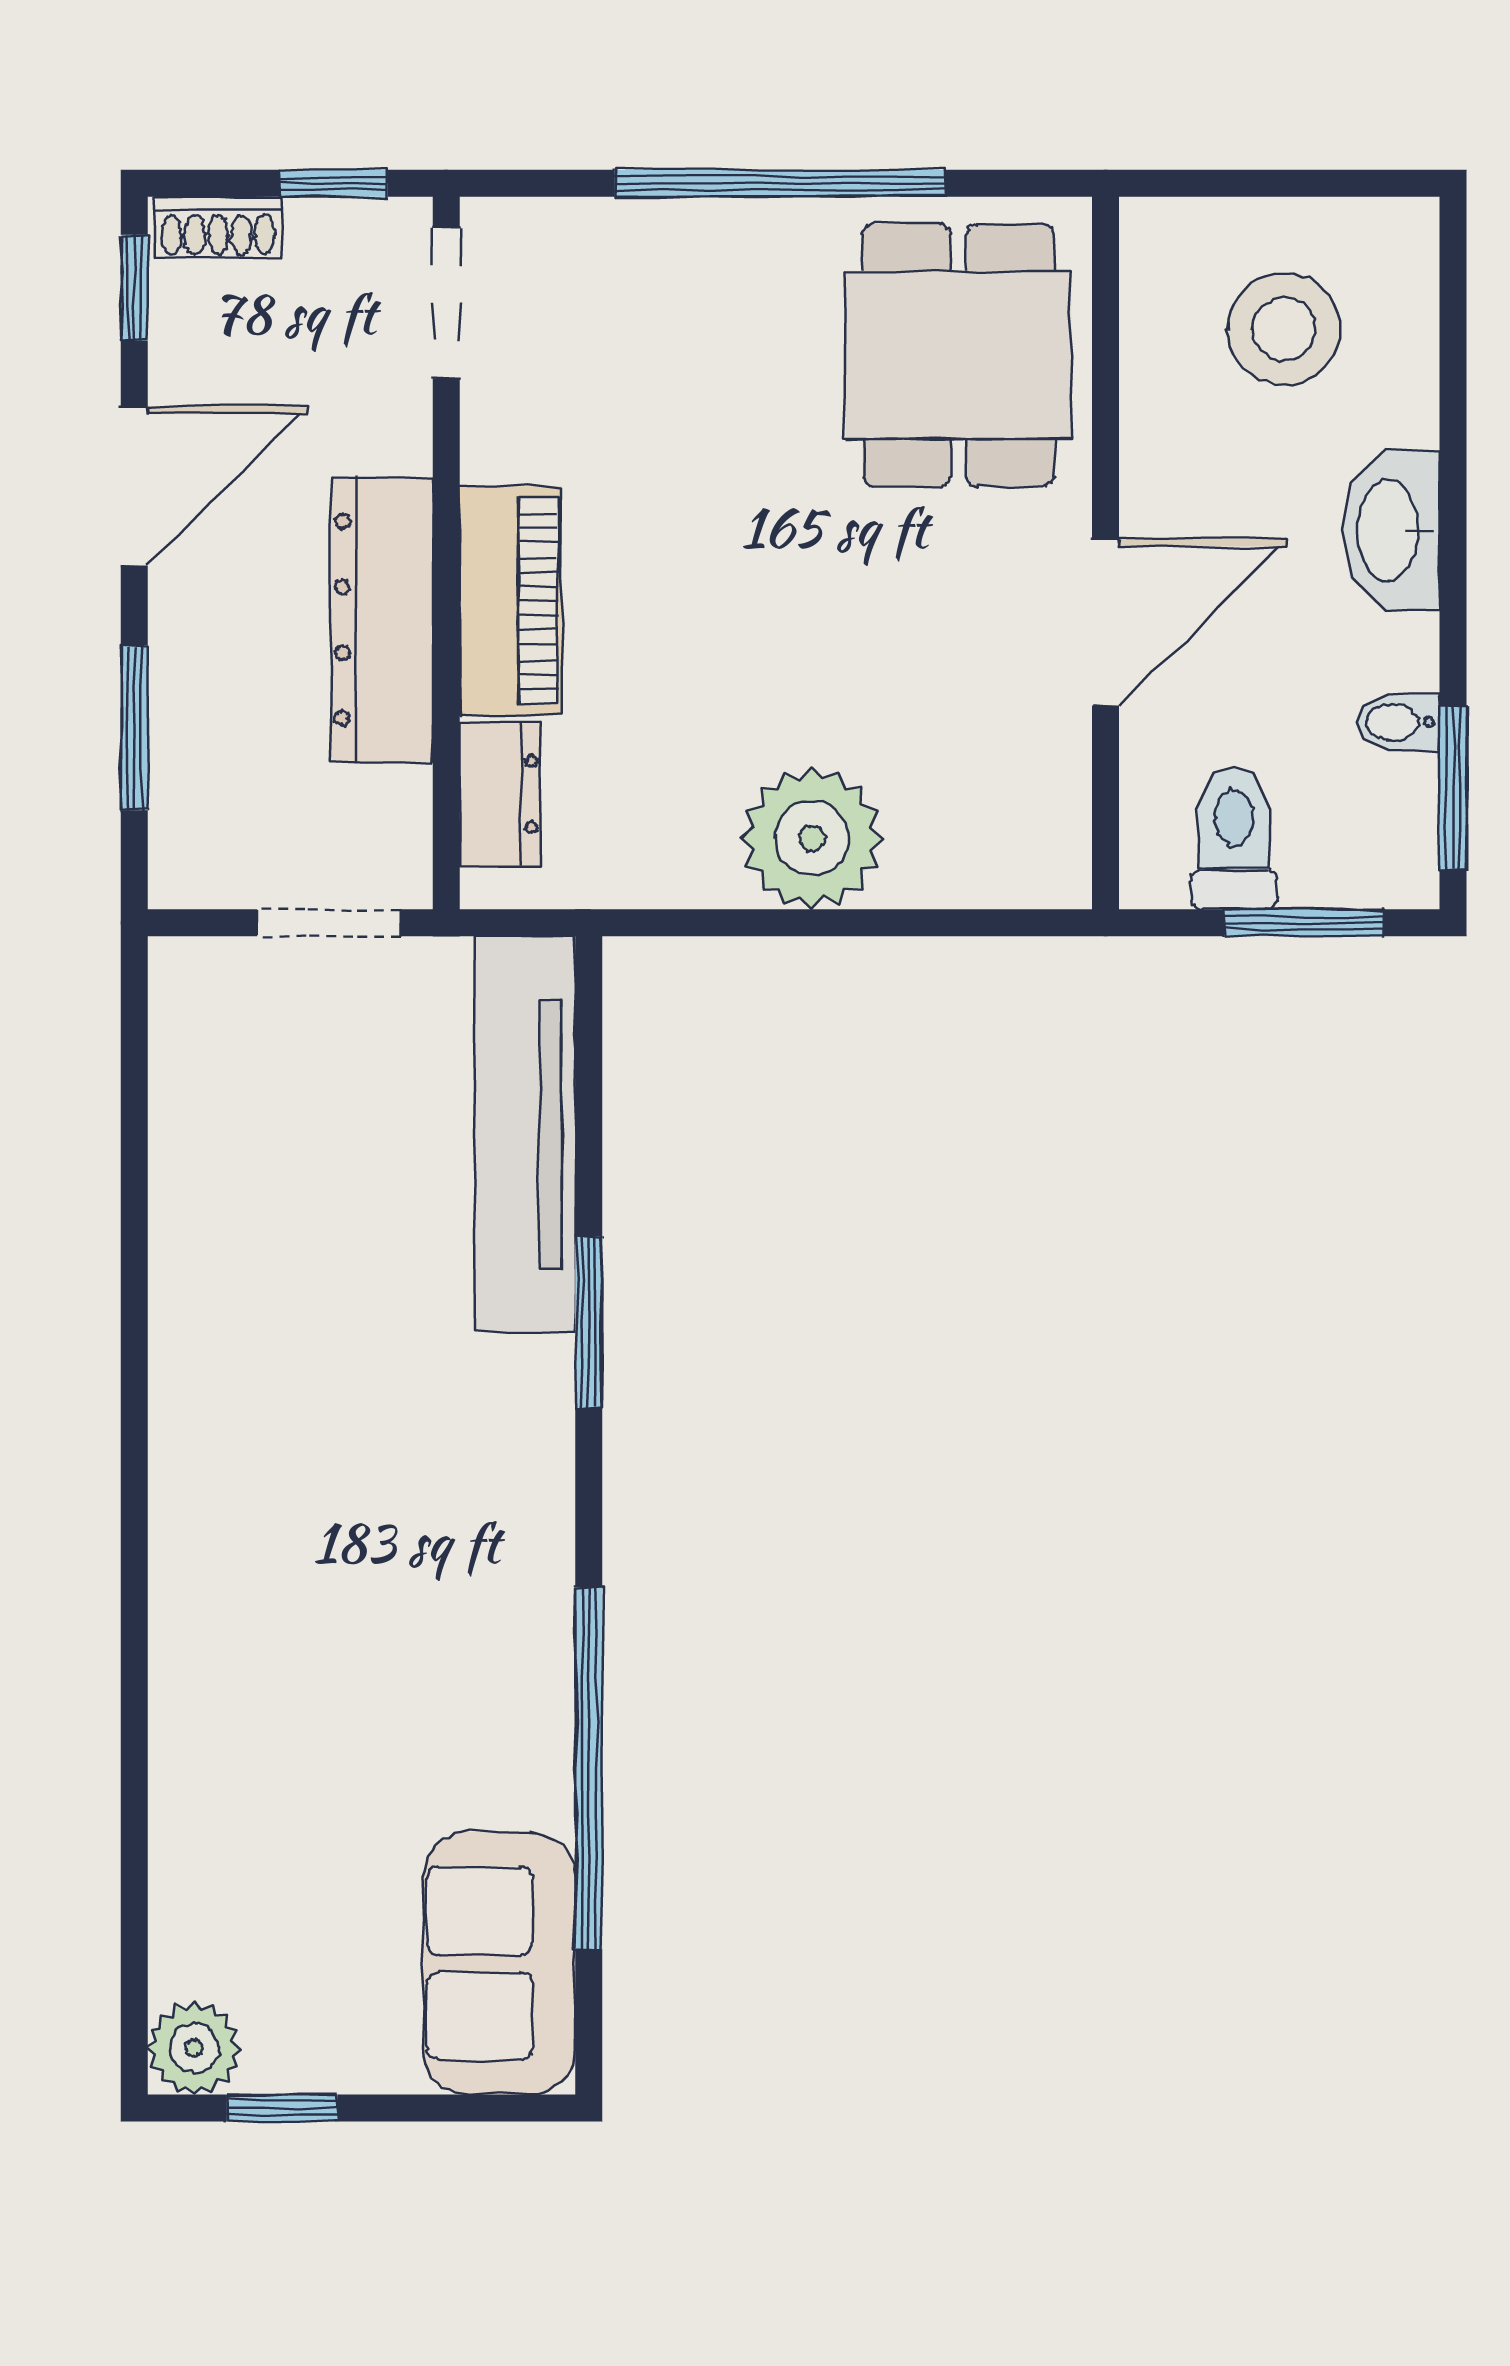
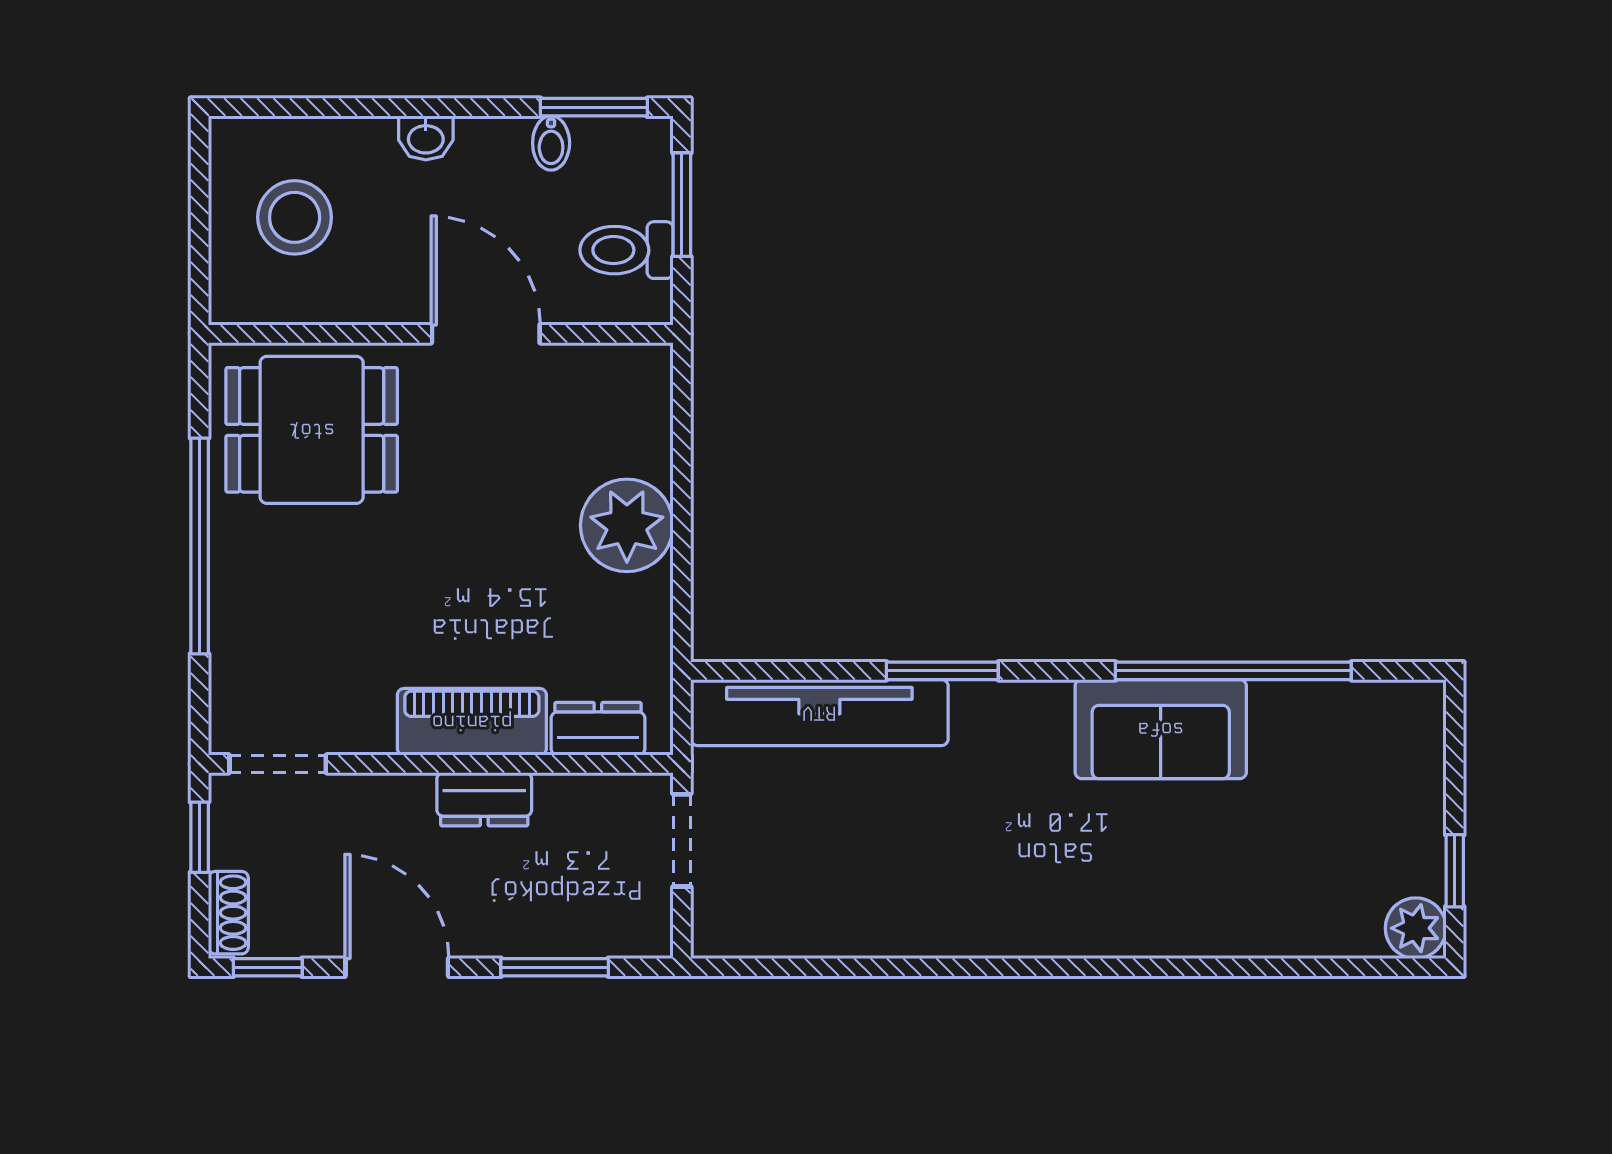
washbasin: (1391, 530) -> (426, 138), width x0.52, depth x0.69
dresser: (382, 620) -> (484, 799), width x0.51, depth x0.80
sofa: (499, 1963) -> (1161, 729), moved

